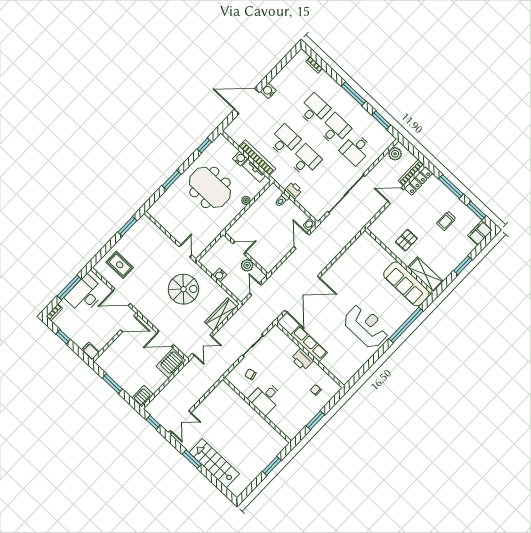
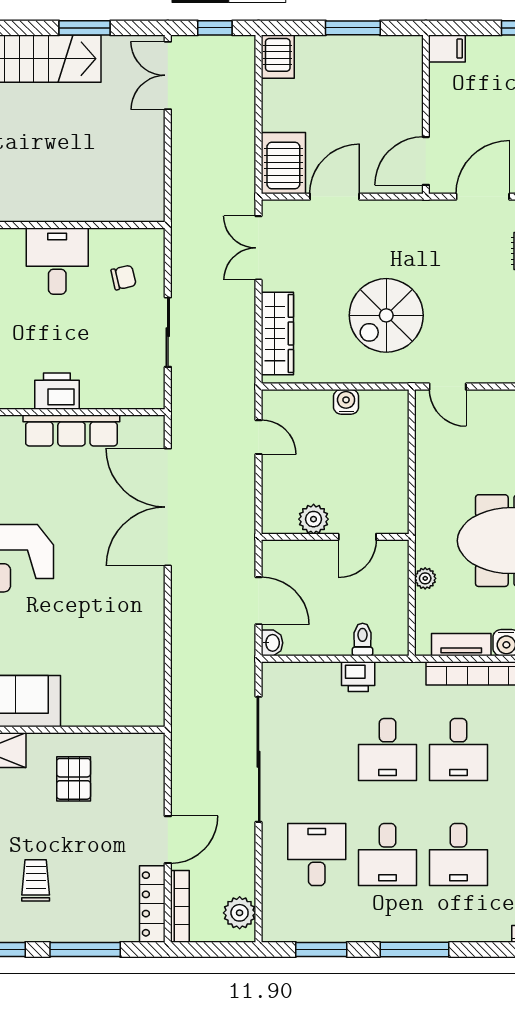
door: (239, 248) -> (357, 537), moved
wall: (246, 254) -> (335, 537), moved
plant: (247, 265) -> (314, 519), moved

